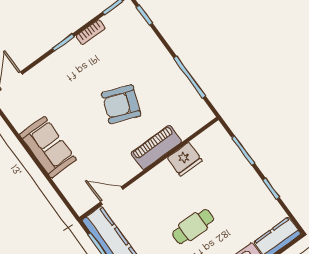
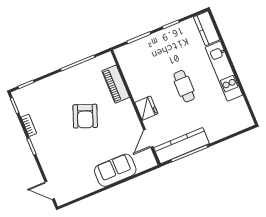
sofa: (48, 147) -> (115, 170), moved
piano: (156, 147) -> (116, 84), moved
fridge: (185, 159) -> (146, 108), moved

